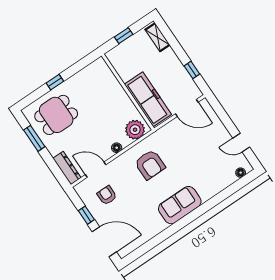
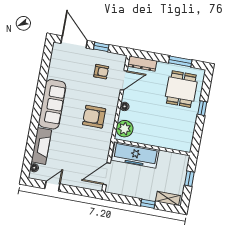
window: (192, 70) -> (148, 204), moved
fireplace: (217, 184) -> (41, 146), added
sofa: (180, 205) -> (52, 104), width x1.36
door: (104, 242) -> (74, 42), swing flipped

